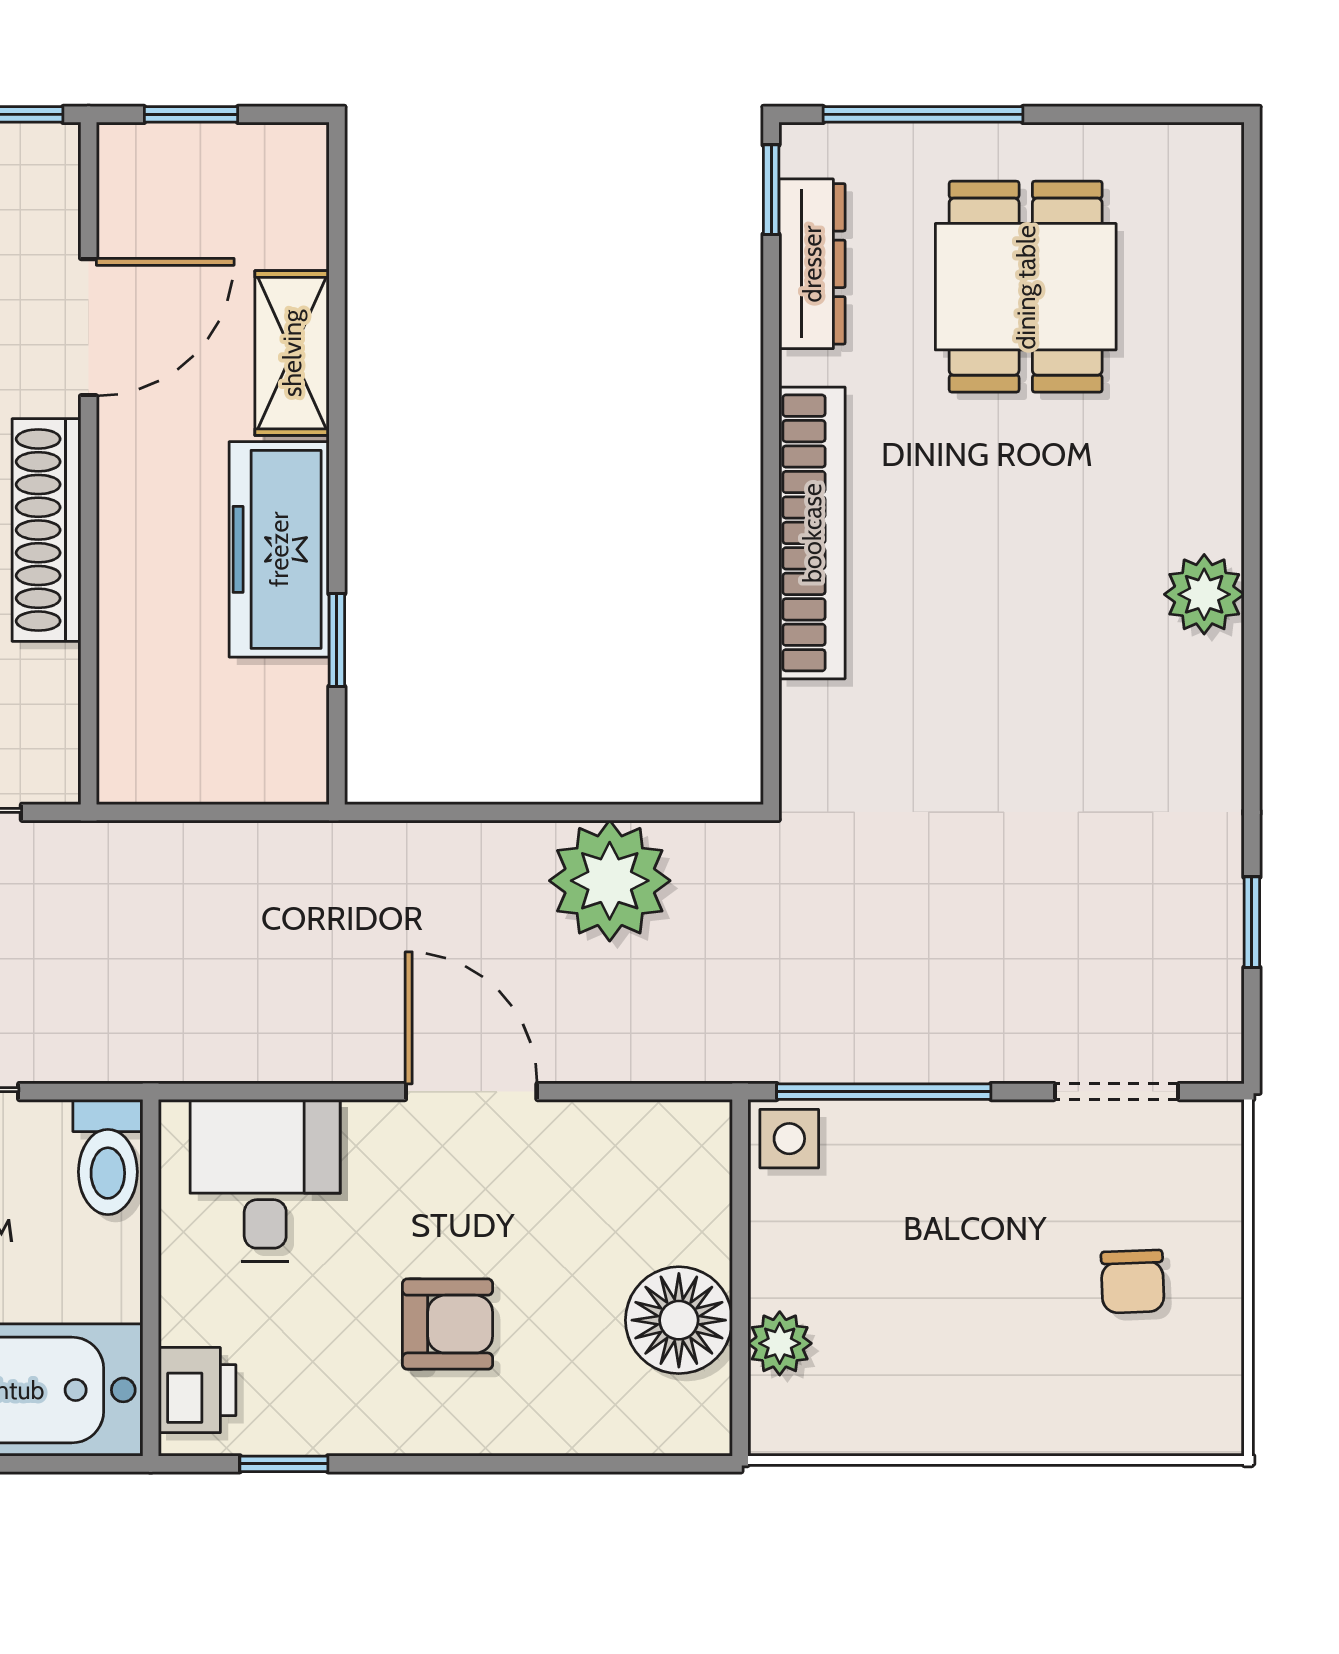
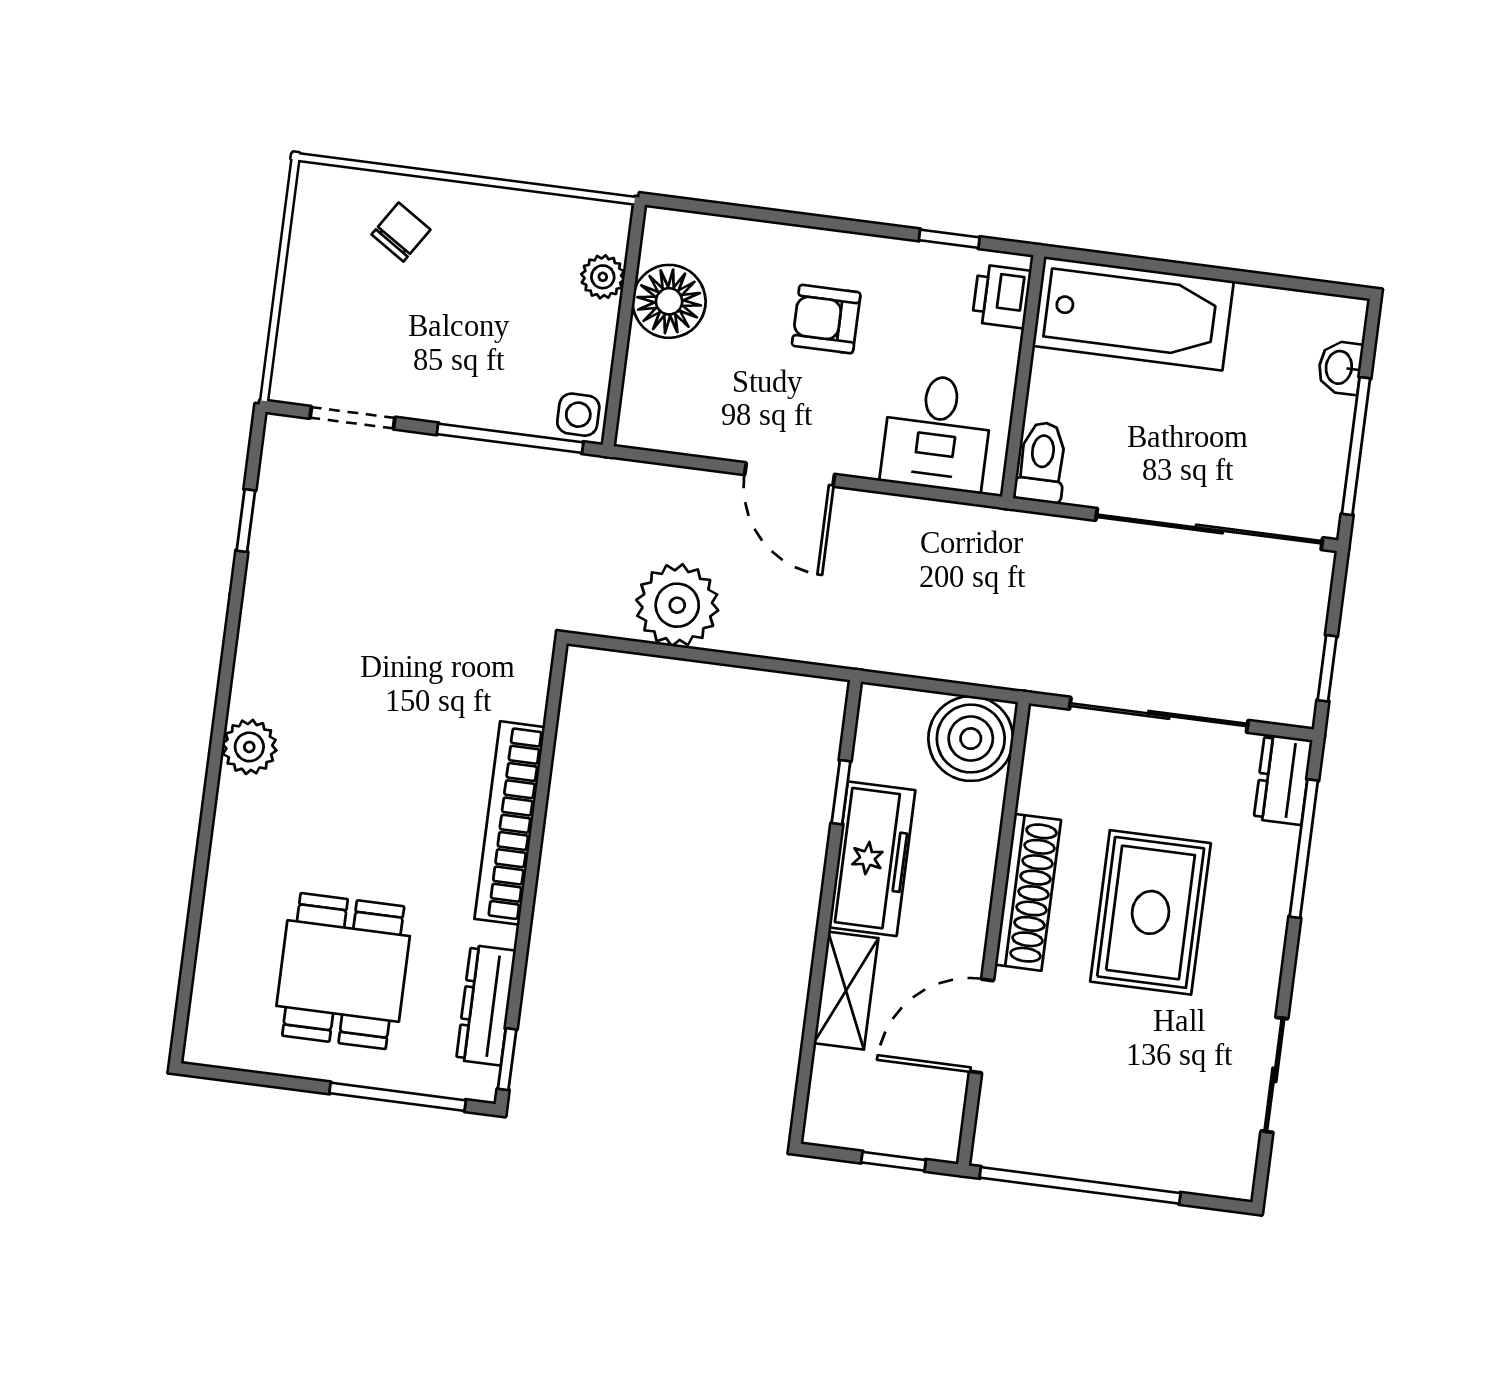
boiler: (159, 742) -> (971, 739), added
chair: (1133, 1282) -> (401, 232), moved, turned 35

